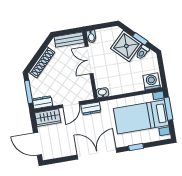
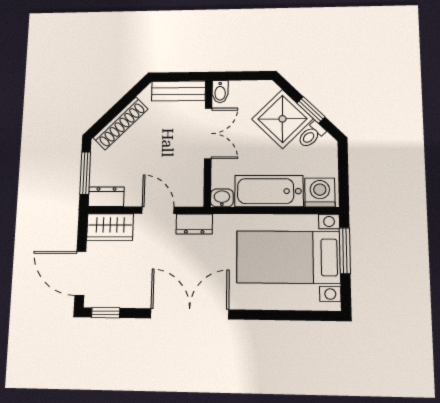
double door: (89, 60) -> (208, 133), swing flipped
bathtub: (126, 85) -> (269, 191), added
door: (71, 105) -> (158, 210), swing flipped
window: (136, 147) -> (106, 313), moved

